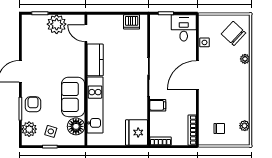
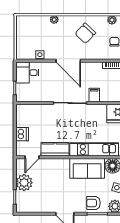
dishwasher: (132, 22) -> (22, 134), moved
chair: (234, 33) -> (85, 33), moved

